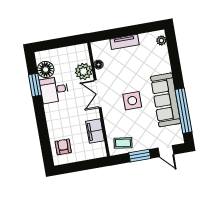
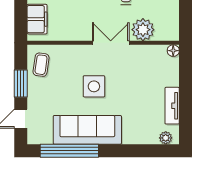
tv unit: (124, 42) -> (172, 106), moved
floor lamp: (99, 65) -> (173, 51), moved
filing cabinet: (95, 131) -> (37, 19), moved, turned 90

